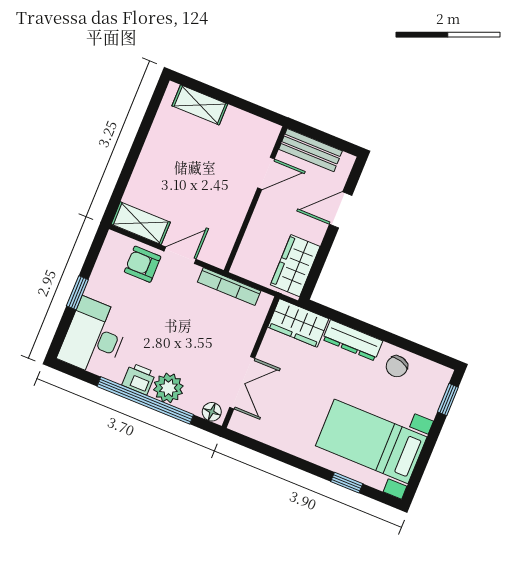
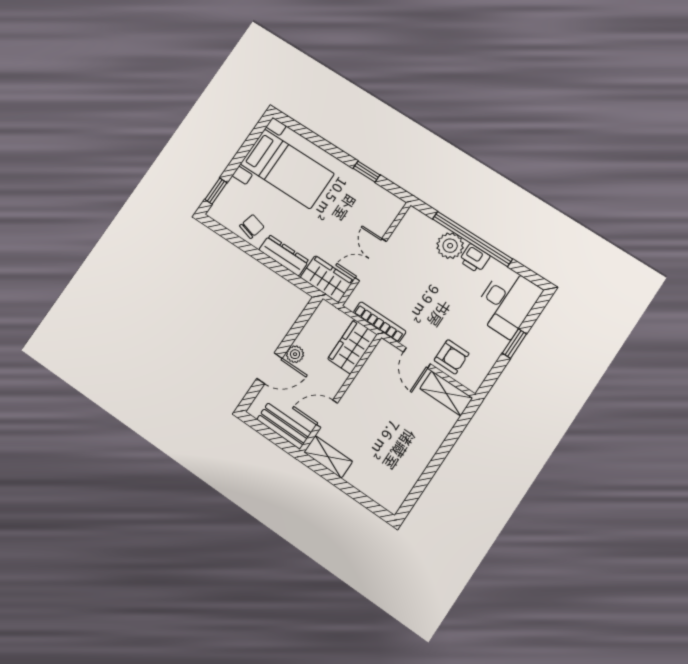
shelving: (200, 105) -> (328, 457), moved
plant: (316, 231) -> (295, 354), added
door: (180, 255) -> (417, 358), hinge flipped
wardrobe: (295, 266) -> (352, 347), moved, turned 180
double door: (242, 383) -> (371, 260), moved
floor lamp: (212, 412) -> (417, 218), removed
window: (347, 483) -> (366, 172), moved

